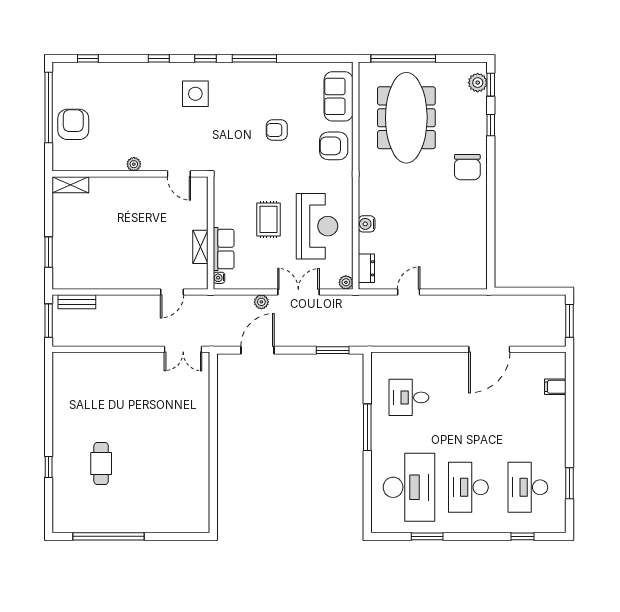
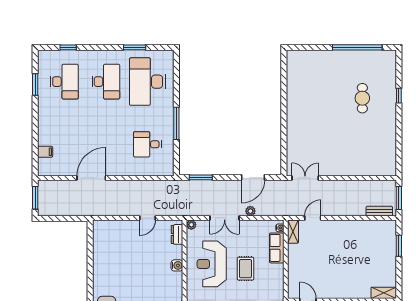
shelving: (200, 247) -> (293, 232), moved
desk: (409, 397) -> (147, 144), turned 180

